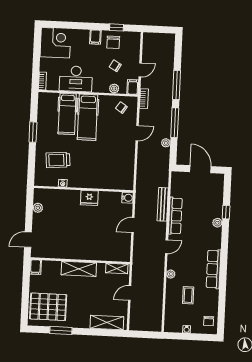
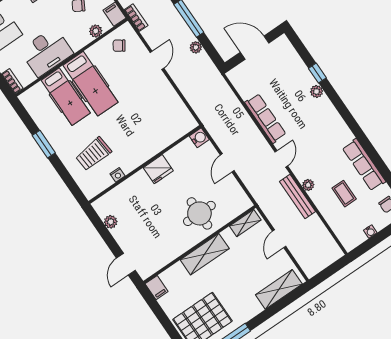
bench: (163, 204) -> (297, 197), moved
round table: (94, 242) -> (199, 213), added
row of seats: (214, 269) -> (364, 165), moved

